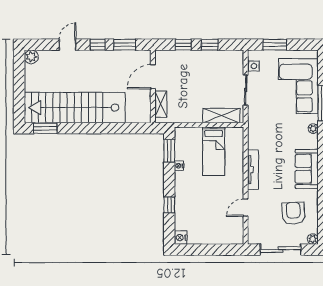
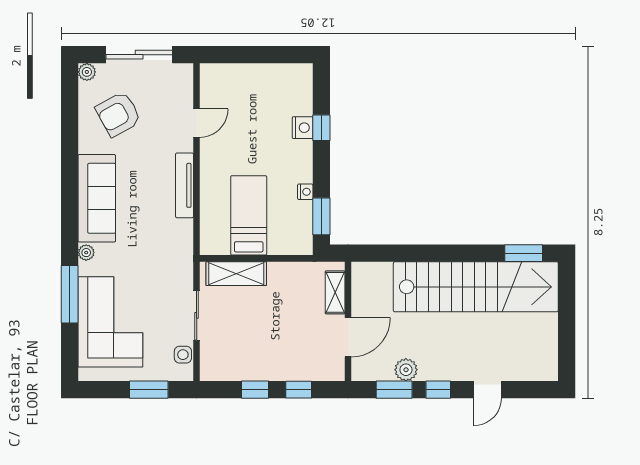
plant: (31, 57) -> (406, 370), moved
sofa: (307, 169) -> (97, 198), width x1.36
armchair: (293, 213) -> (118, 114), turned 64
nightstand: (181, 238) -> (303, 128), moved

